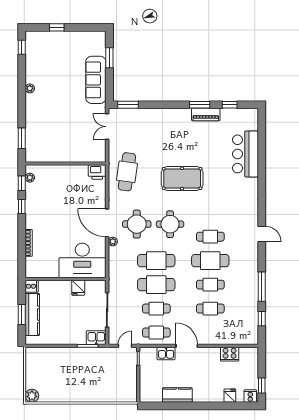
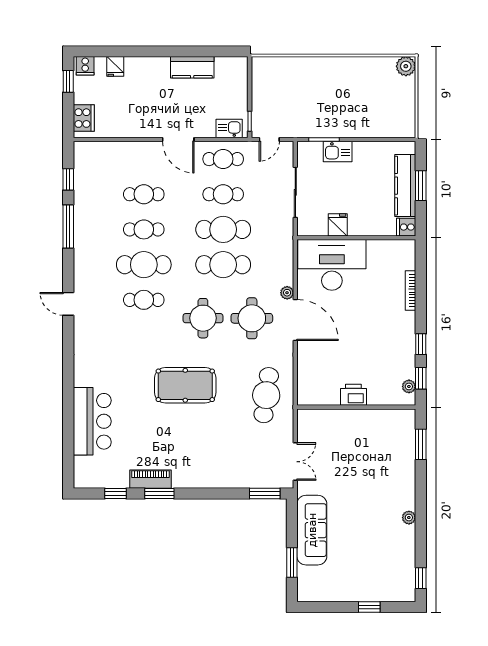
printer: (97, 172) -> (353, 395), moved
kitchen sink: (96, 338) -> (338, 152), moved
kitchen sink: (166, 353) -> (229, 128), moved
cooker: (230, 354) -> (84, 118), moved, turned 90

